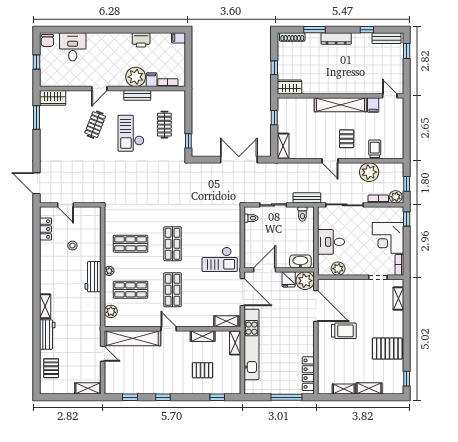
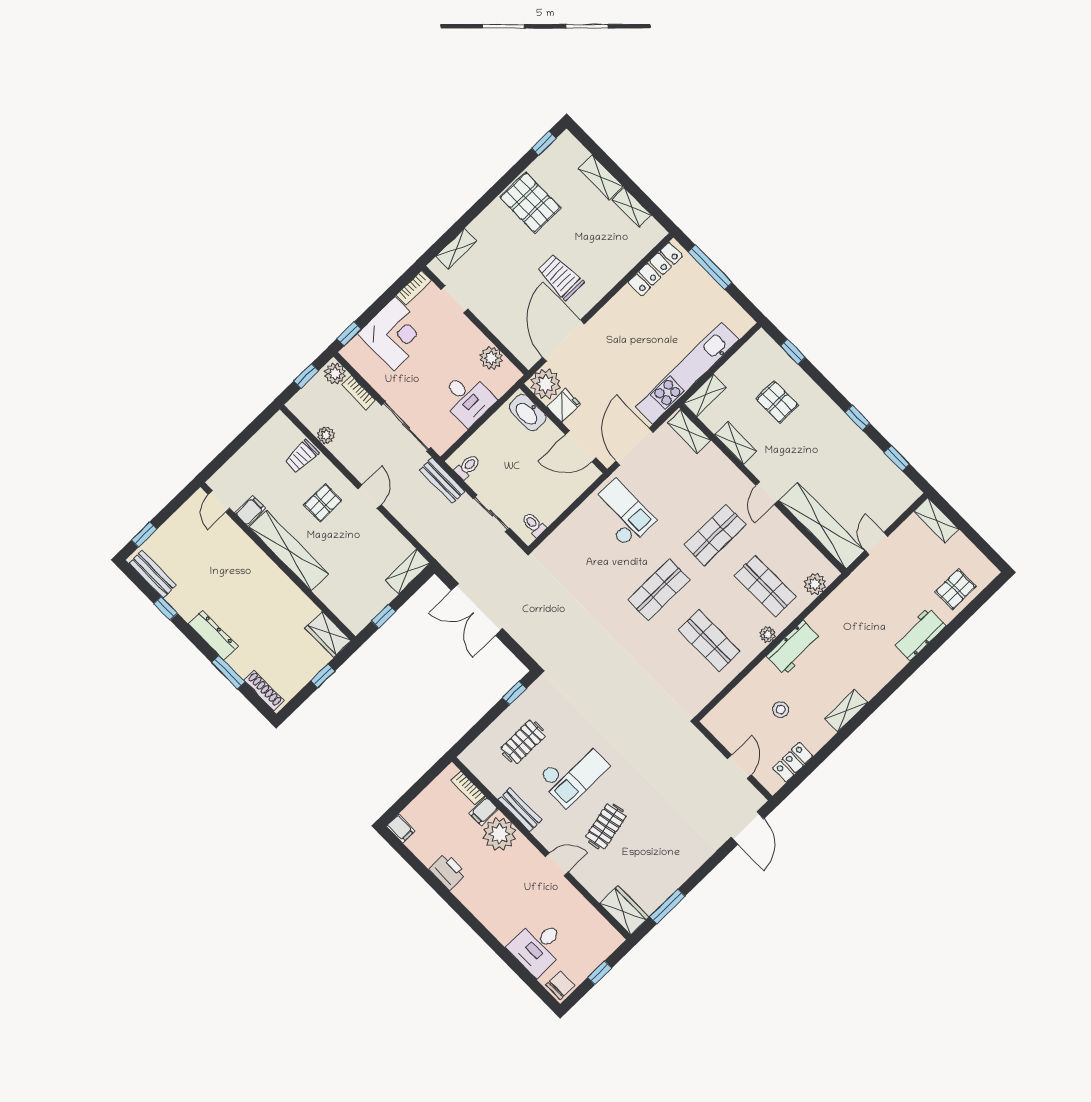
clothes rail: (95, 125) -> (606, 826), turned -33
plant: (369, 172) -> (326, 435), width x0.53, depth x0.53
shelving: (45, 306) -> (846, 711), moved

